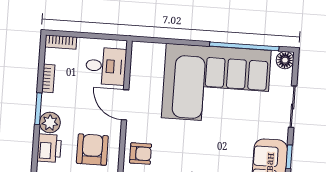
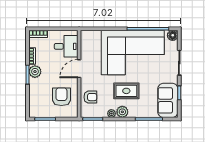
door: (125, 105) -> (79, 69), hinge flipped
plant: (50, 123) -> (35, 72), moved
rug: (201, 147) -> (126, 91), added
printer: (49, 148) -> (36, 98), removed

